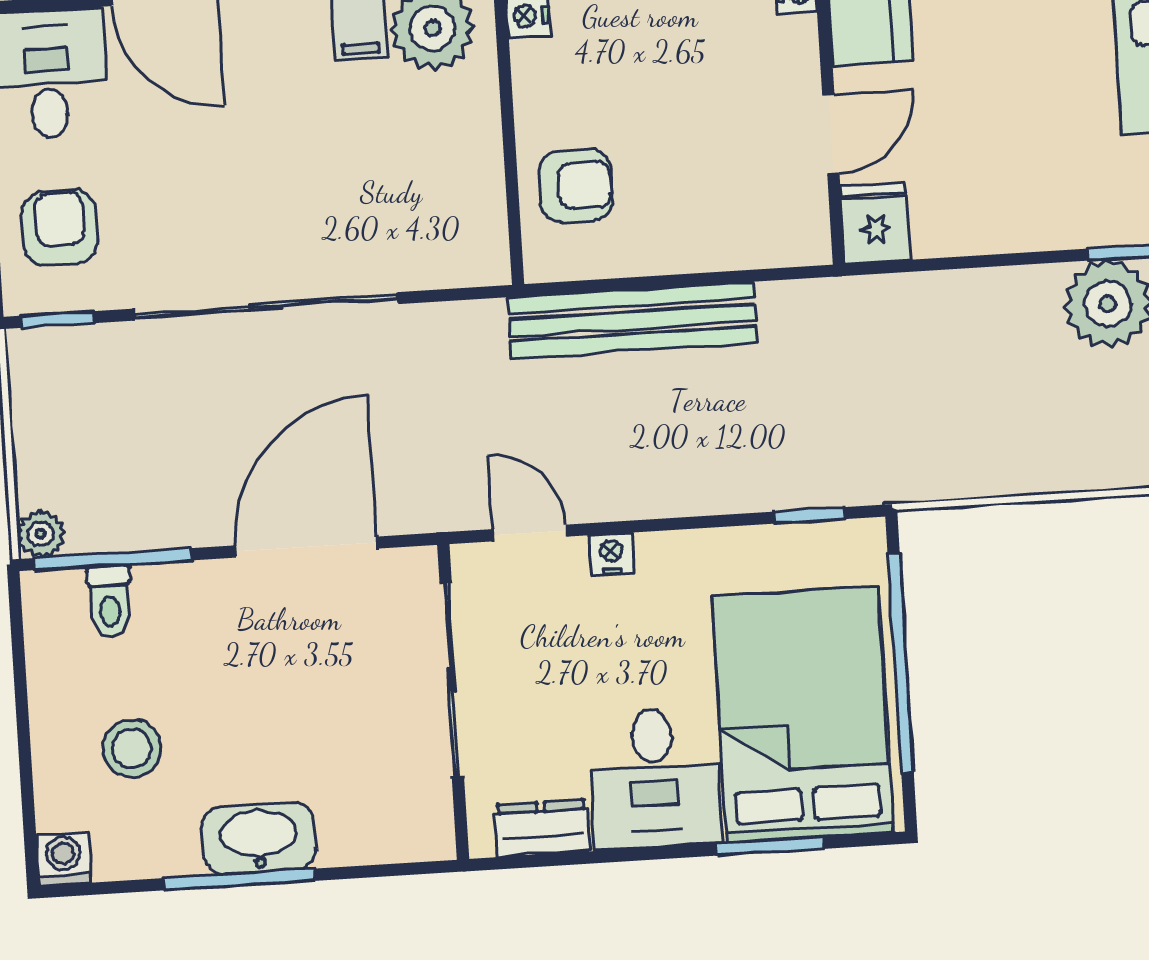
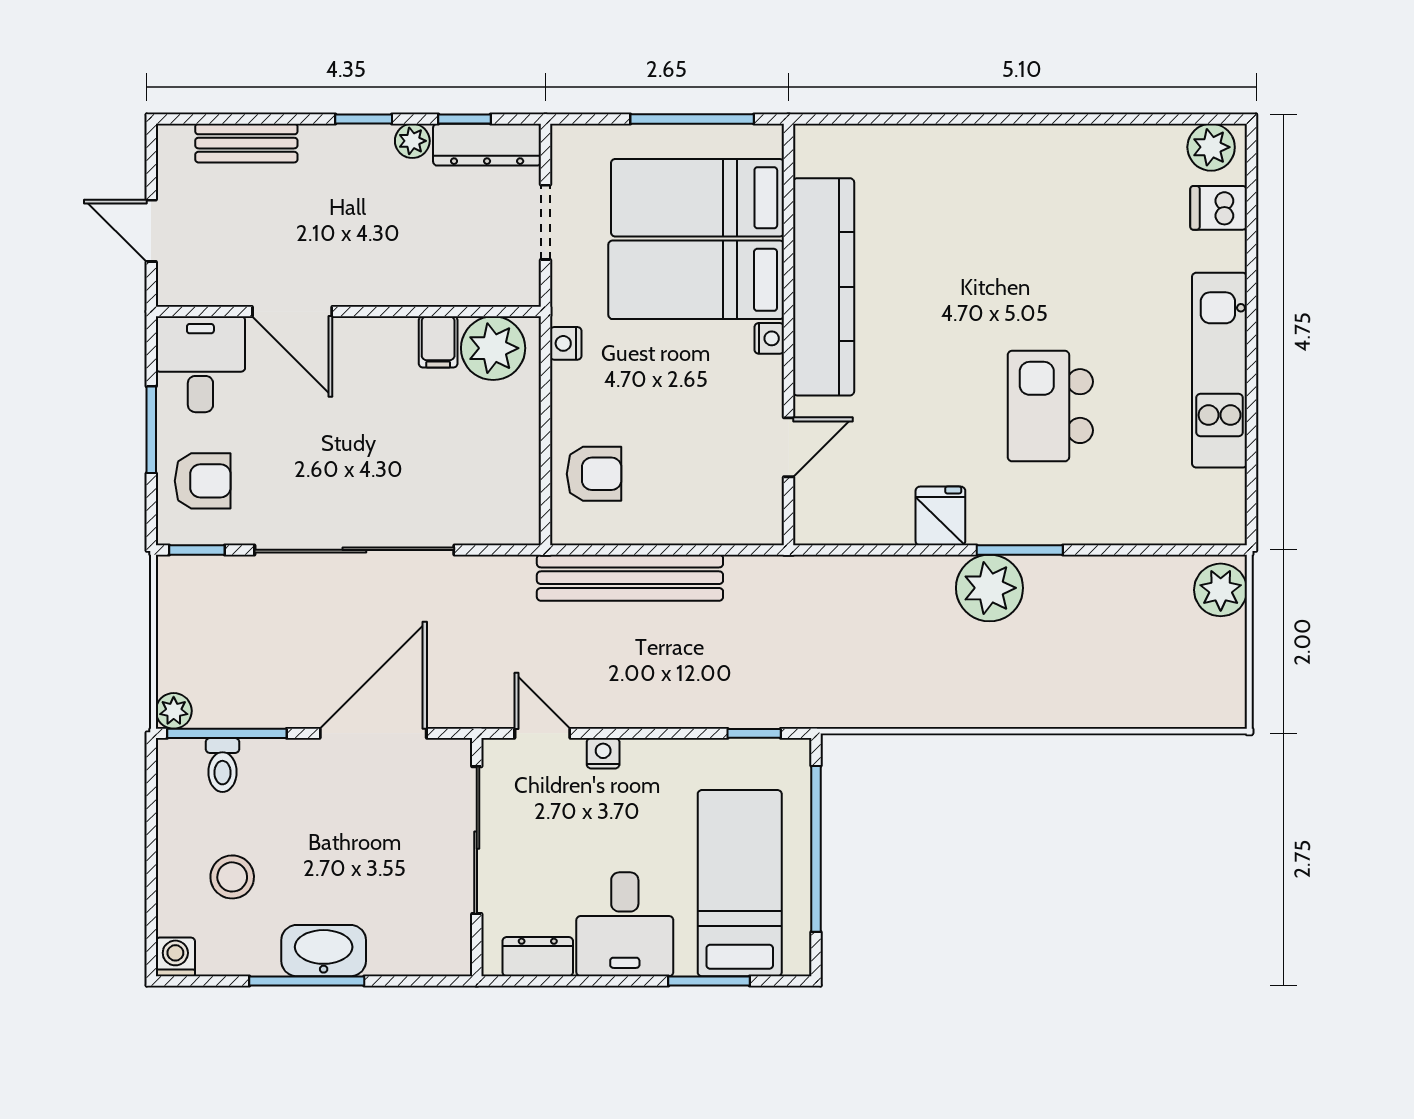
fridge: (875, 223) -> (940, 516), moved
armchair: (60, 228) -> (203, 481), turned 90
bed: (803, 714) -> (740, 883), width x0.67

